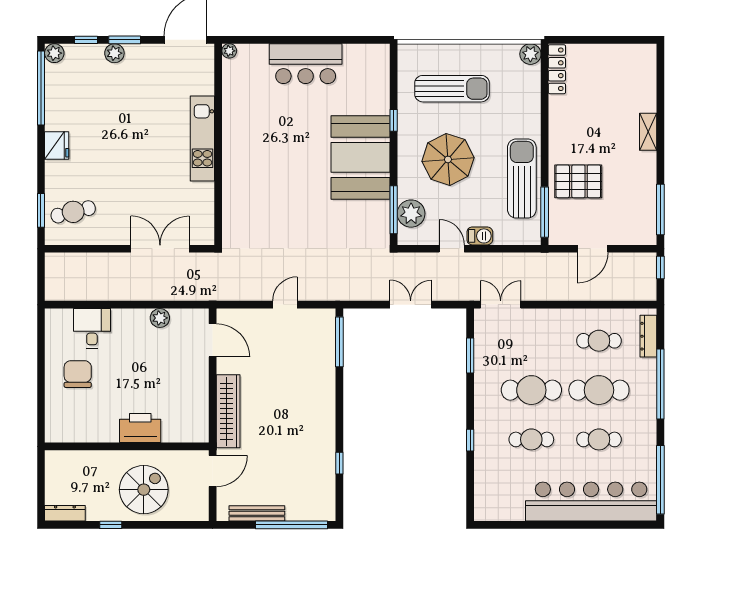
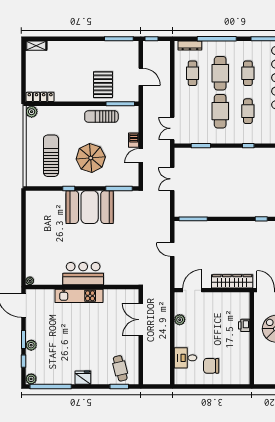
bar counter: (306, 64) -> (83, 274), moved, turned -90
shelving: (648, 132) -> (36, 46), moved
sun lounger: (522, 179) -> (101, 117), width x0.73, depth x0.75
plant: (411, 214) -> (121, 179), removed
printer: (140, 428) -> (244, 325), width x0.53, depth x0.68

